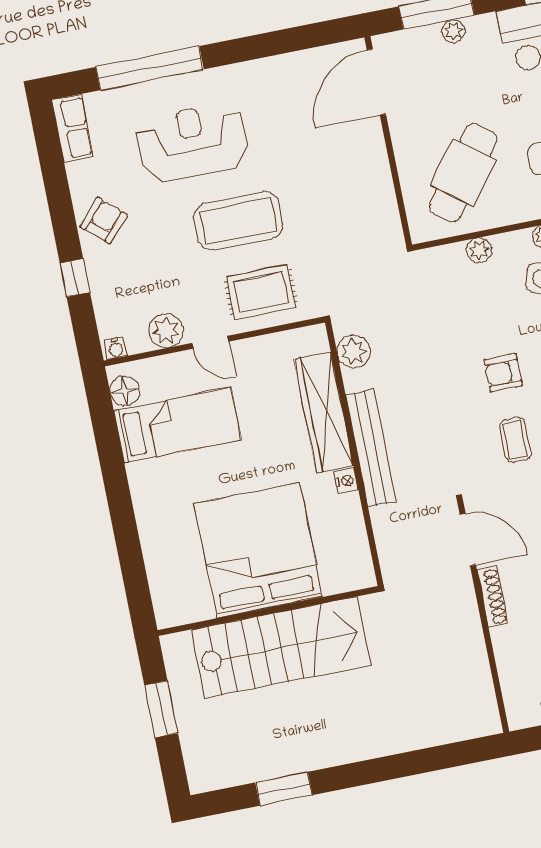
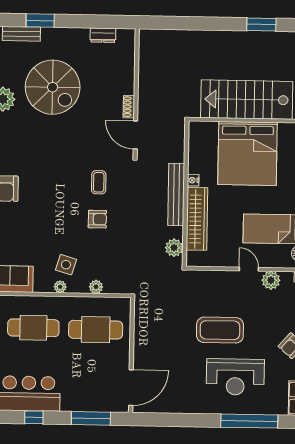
plant: (453, 31) -> (84, 406), removed
cafe table: (463, 173) -> (96, 330), turned 53
rug: (261, 292) -> (216, 290), removed
shoe rack: (493, 597) -> (129, 107), width x0.70

